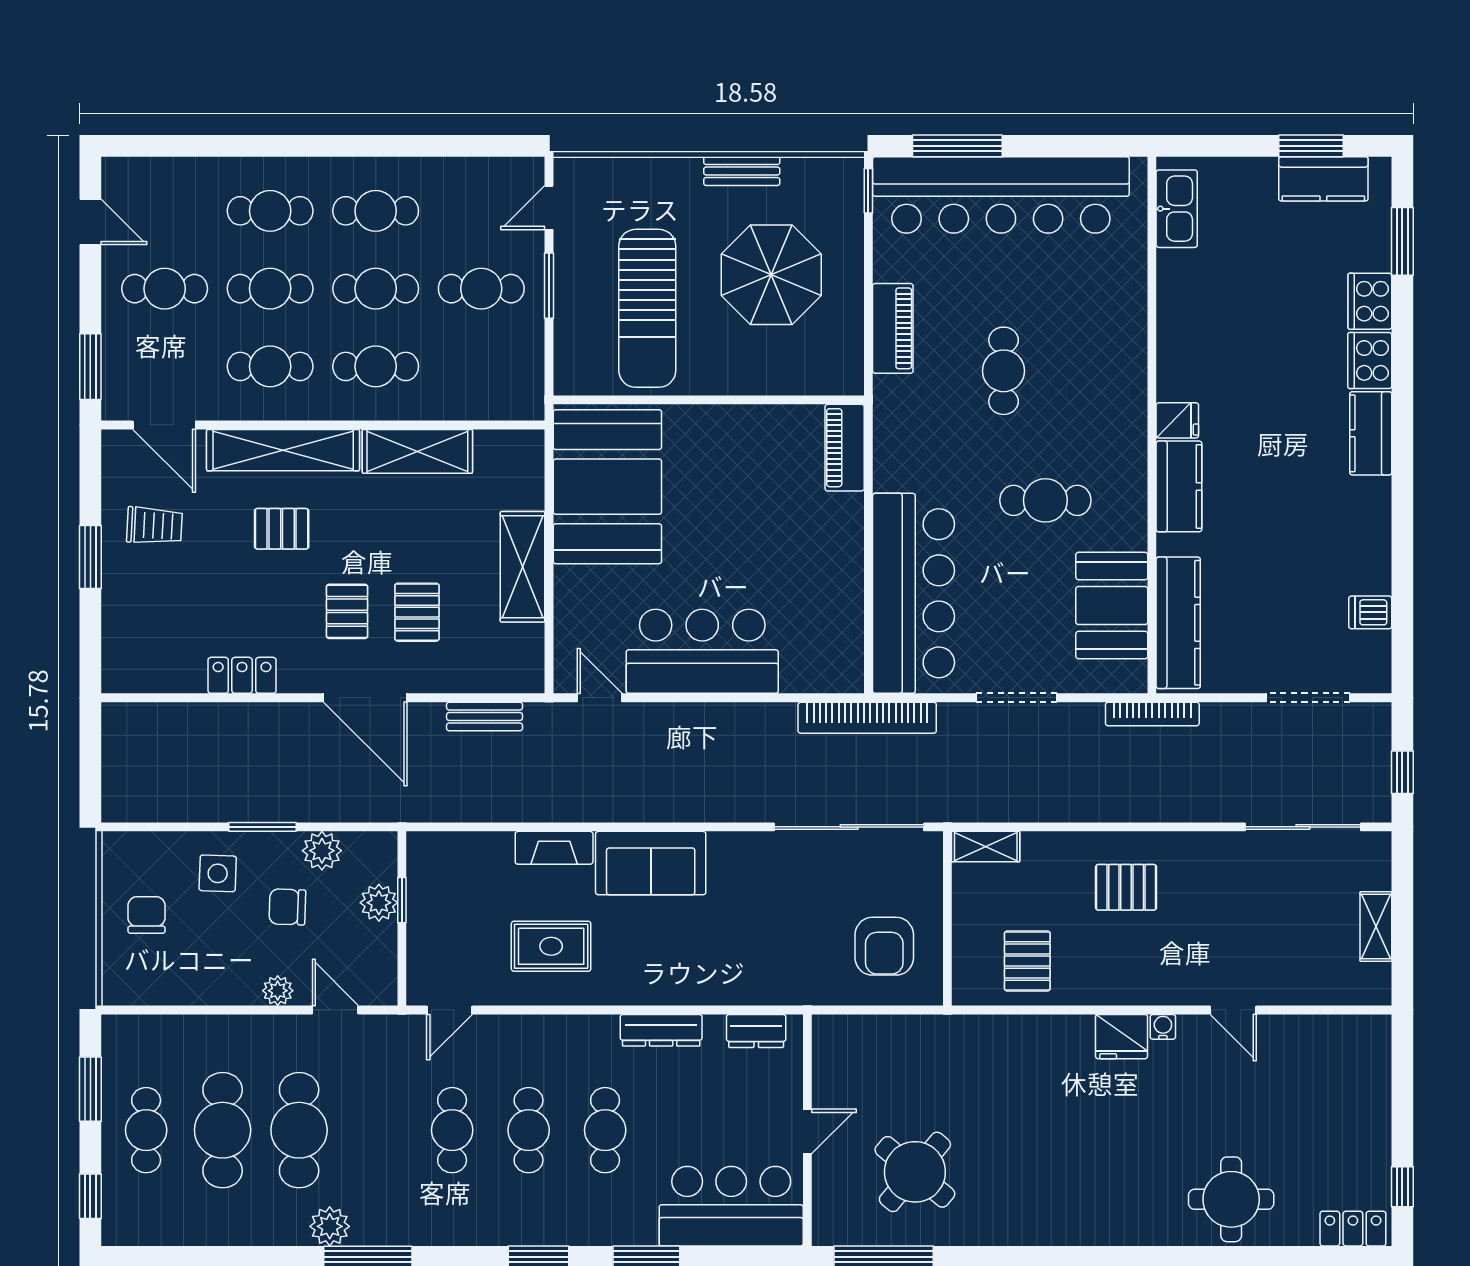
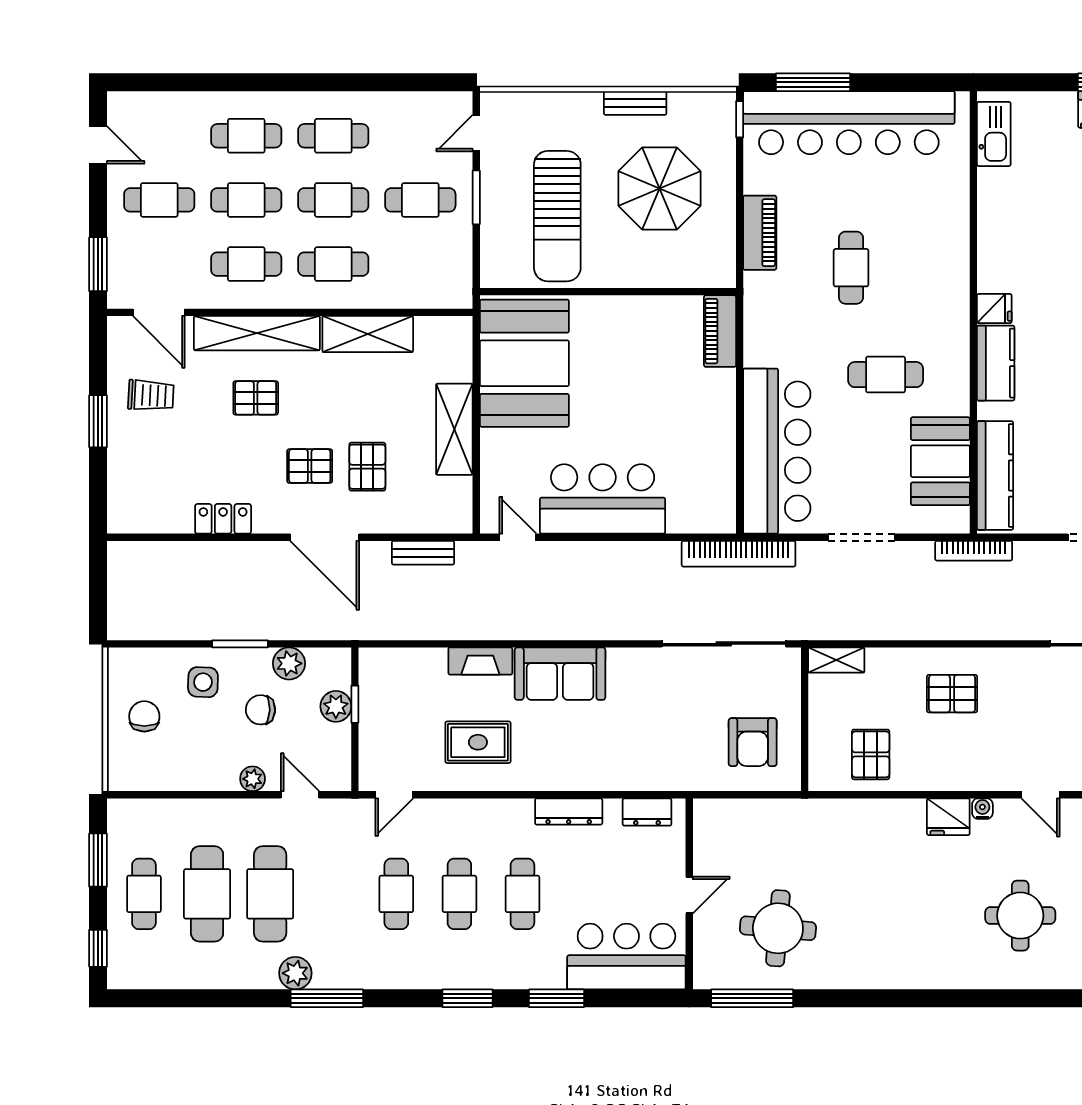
pallet: (347, 611) -> (310, 466), turned 90
round table: (915, 1172) -> (778, 928), turned -35
round table: (1231, 1199) -> (1020, 916), moved

